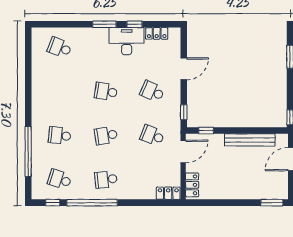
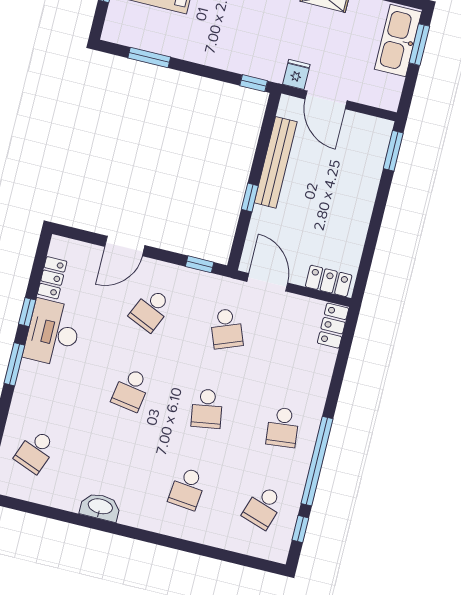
door: (184, 69) -> (125, 246), swing flipped
washbasin: (38, 90) -> (100, 507), added
window: (206, 131) -> (250, 198), moved
school desk: (152, 135) -> (227, 329), turned -42
window: (28, 151) -> (202, 550), removed

